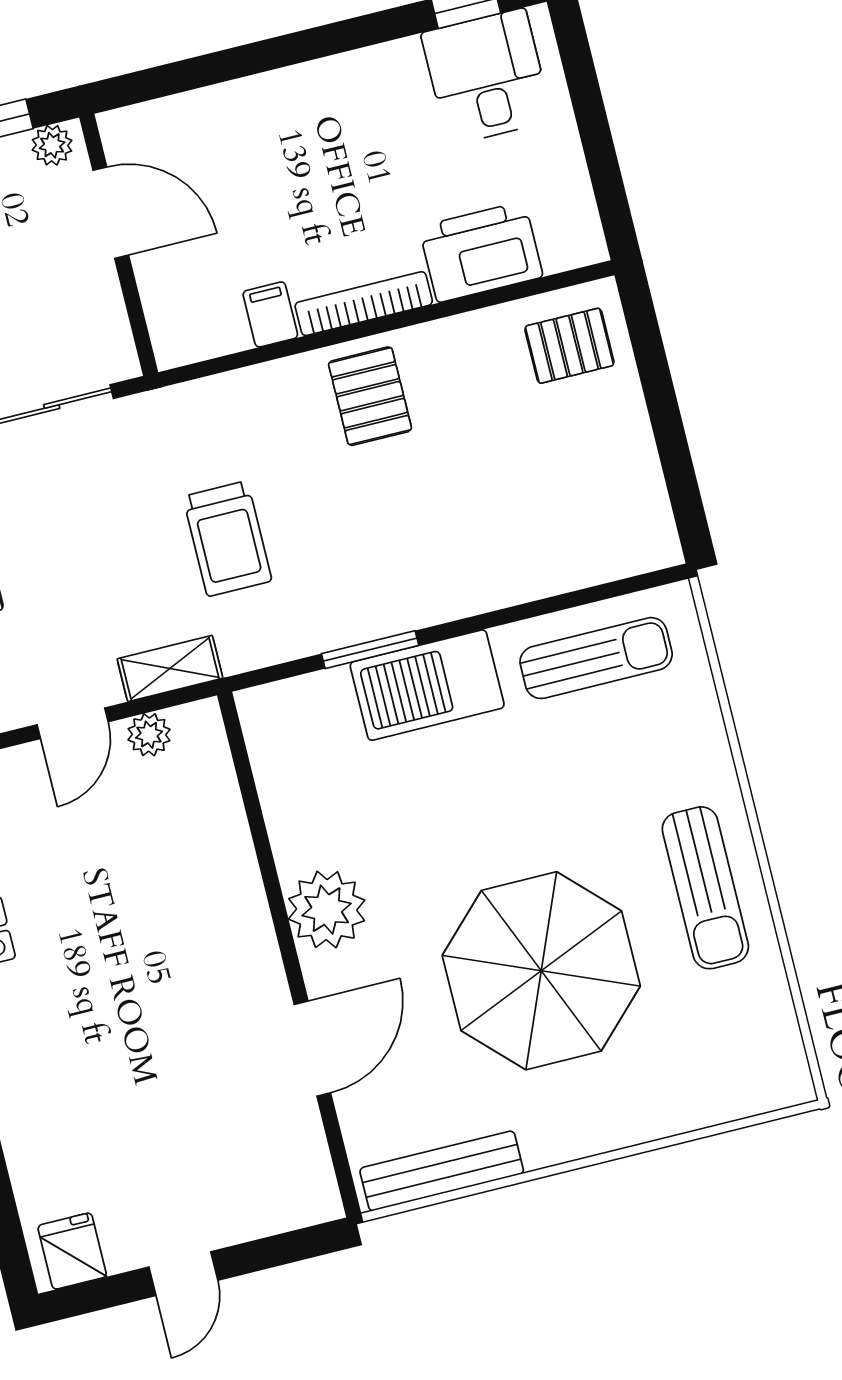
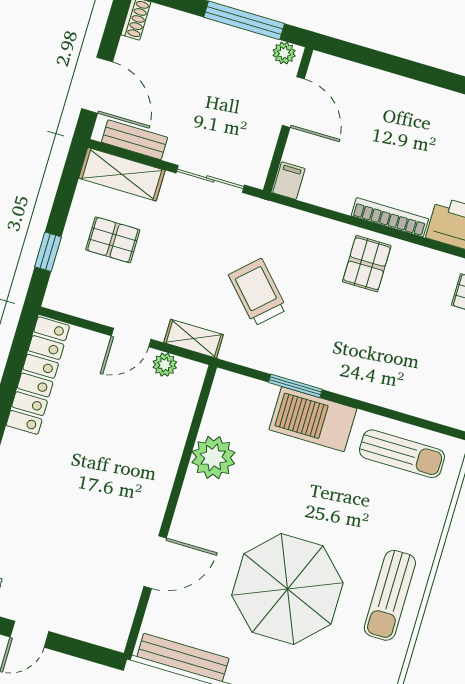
filing cabinet: (270, 314) -> (289, 181), moved
trolley: (227, 539) -> (258, 292), turned 137
plant: (327, 910) -> (213, 458), moved

